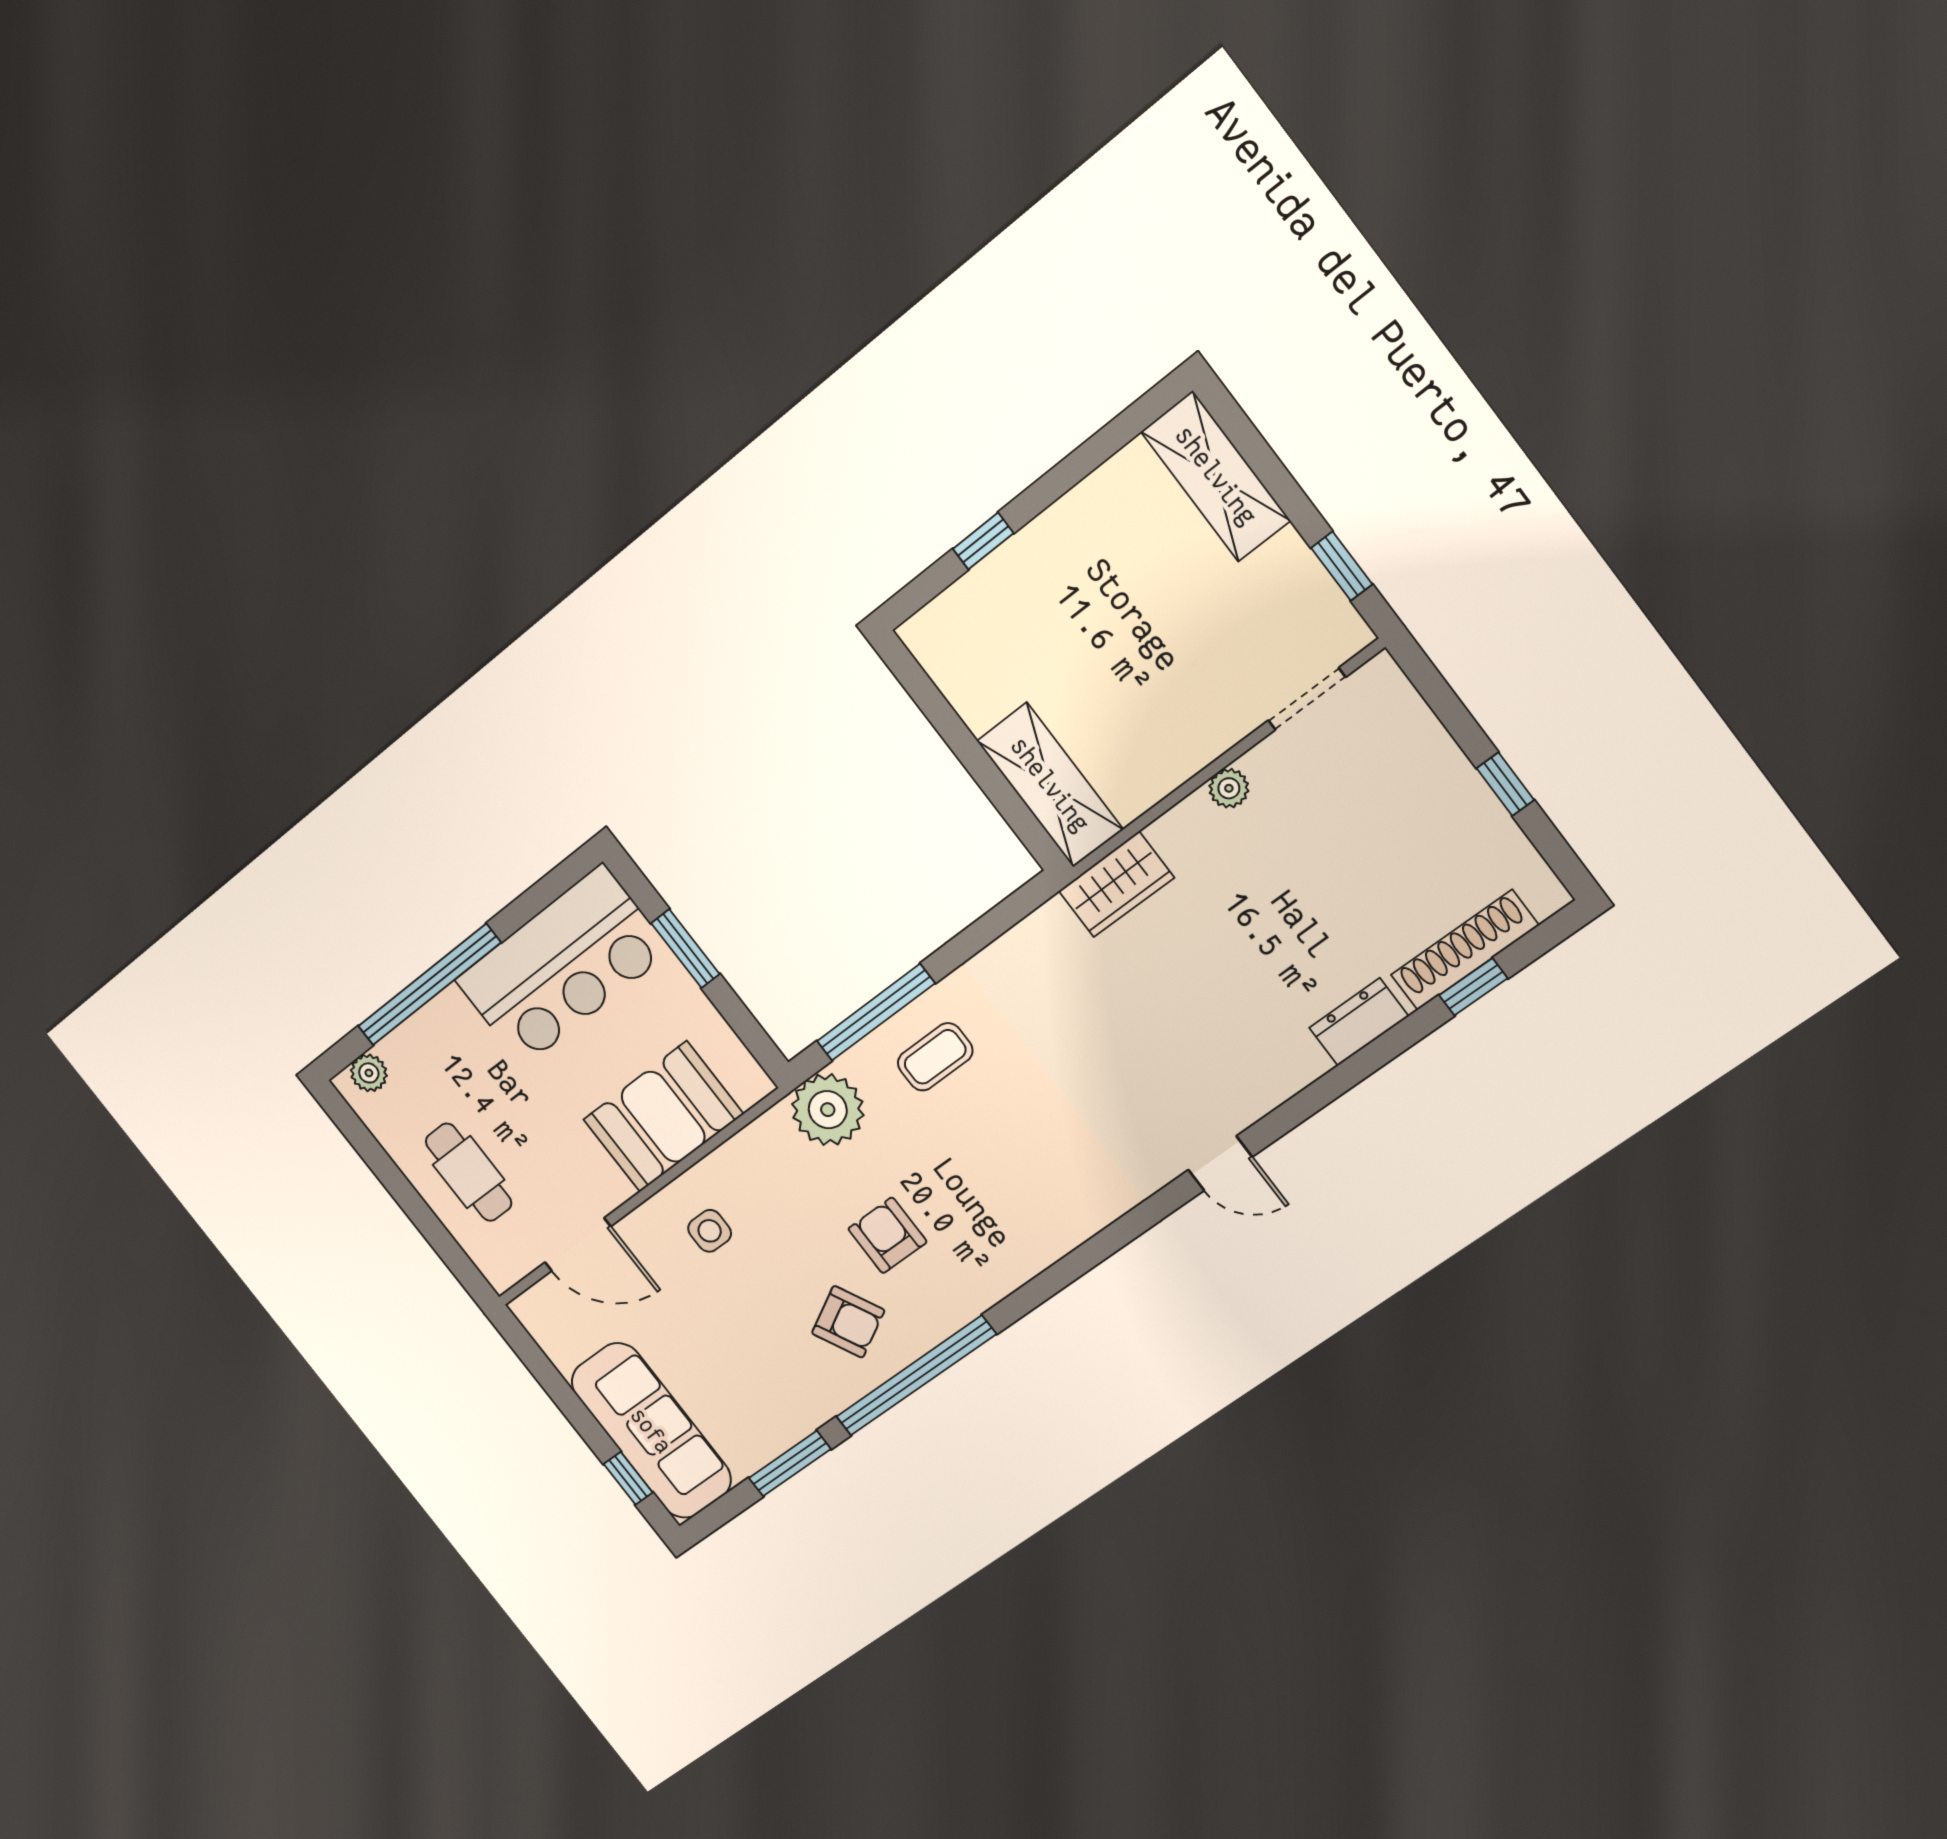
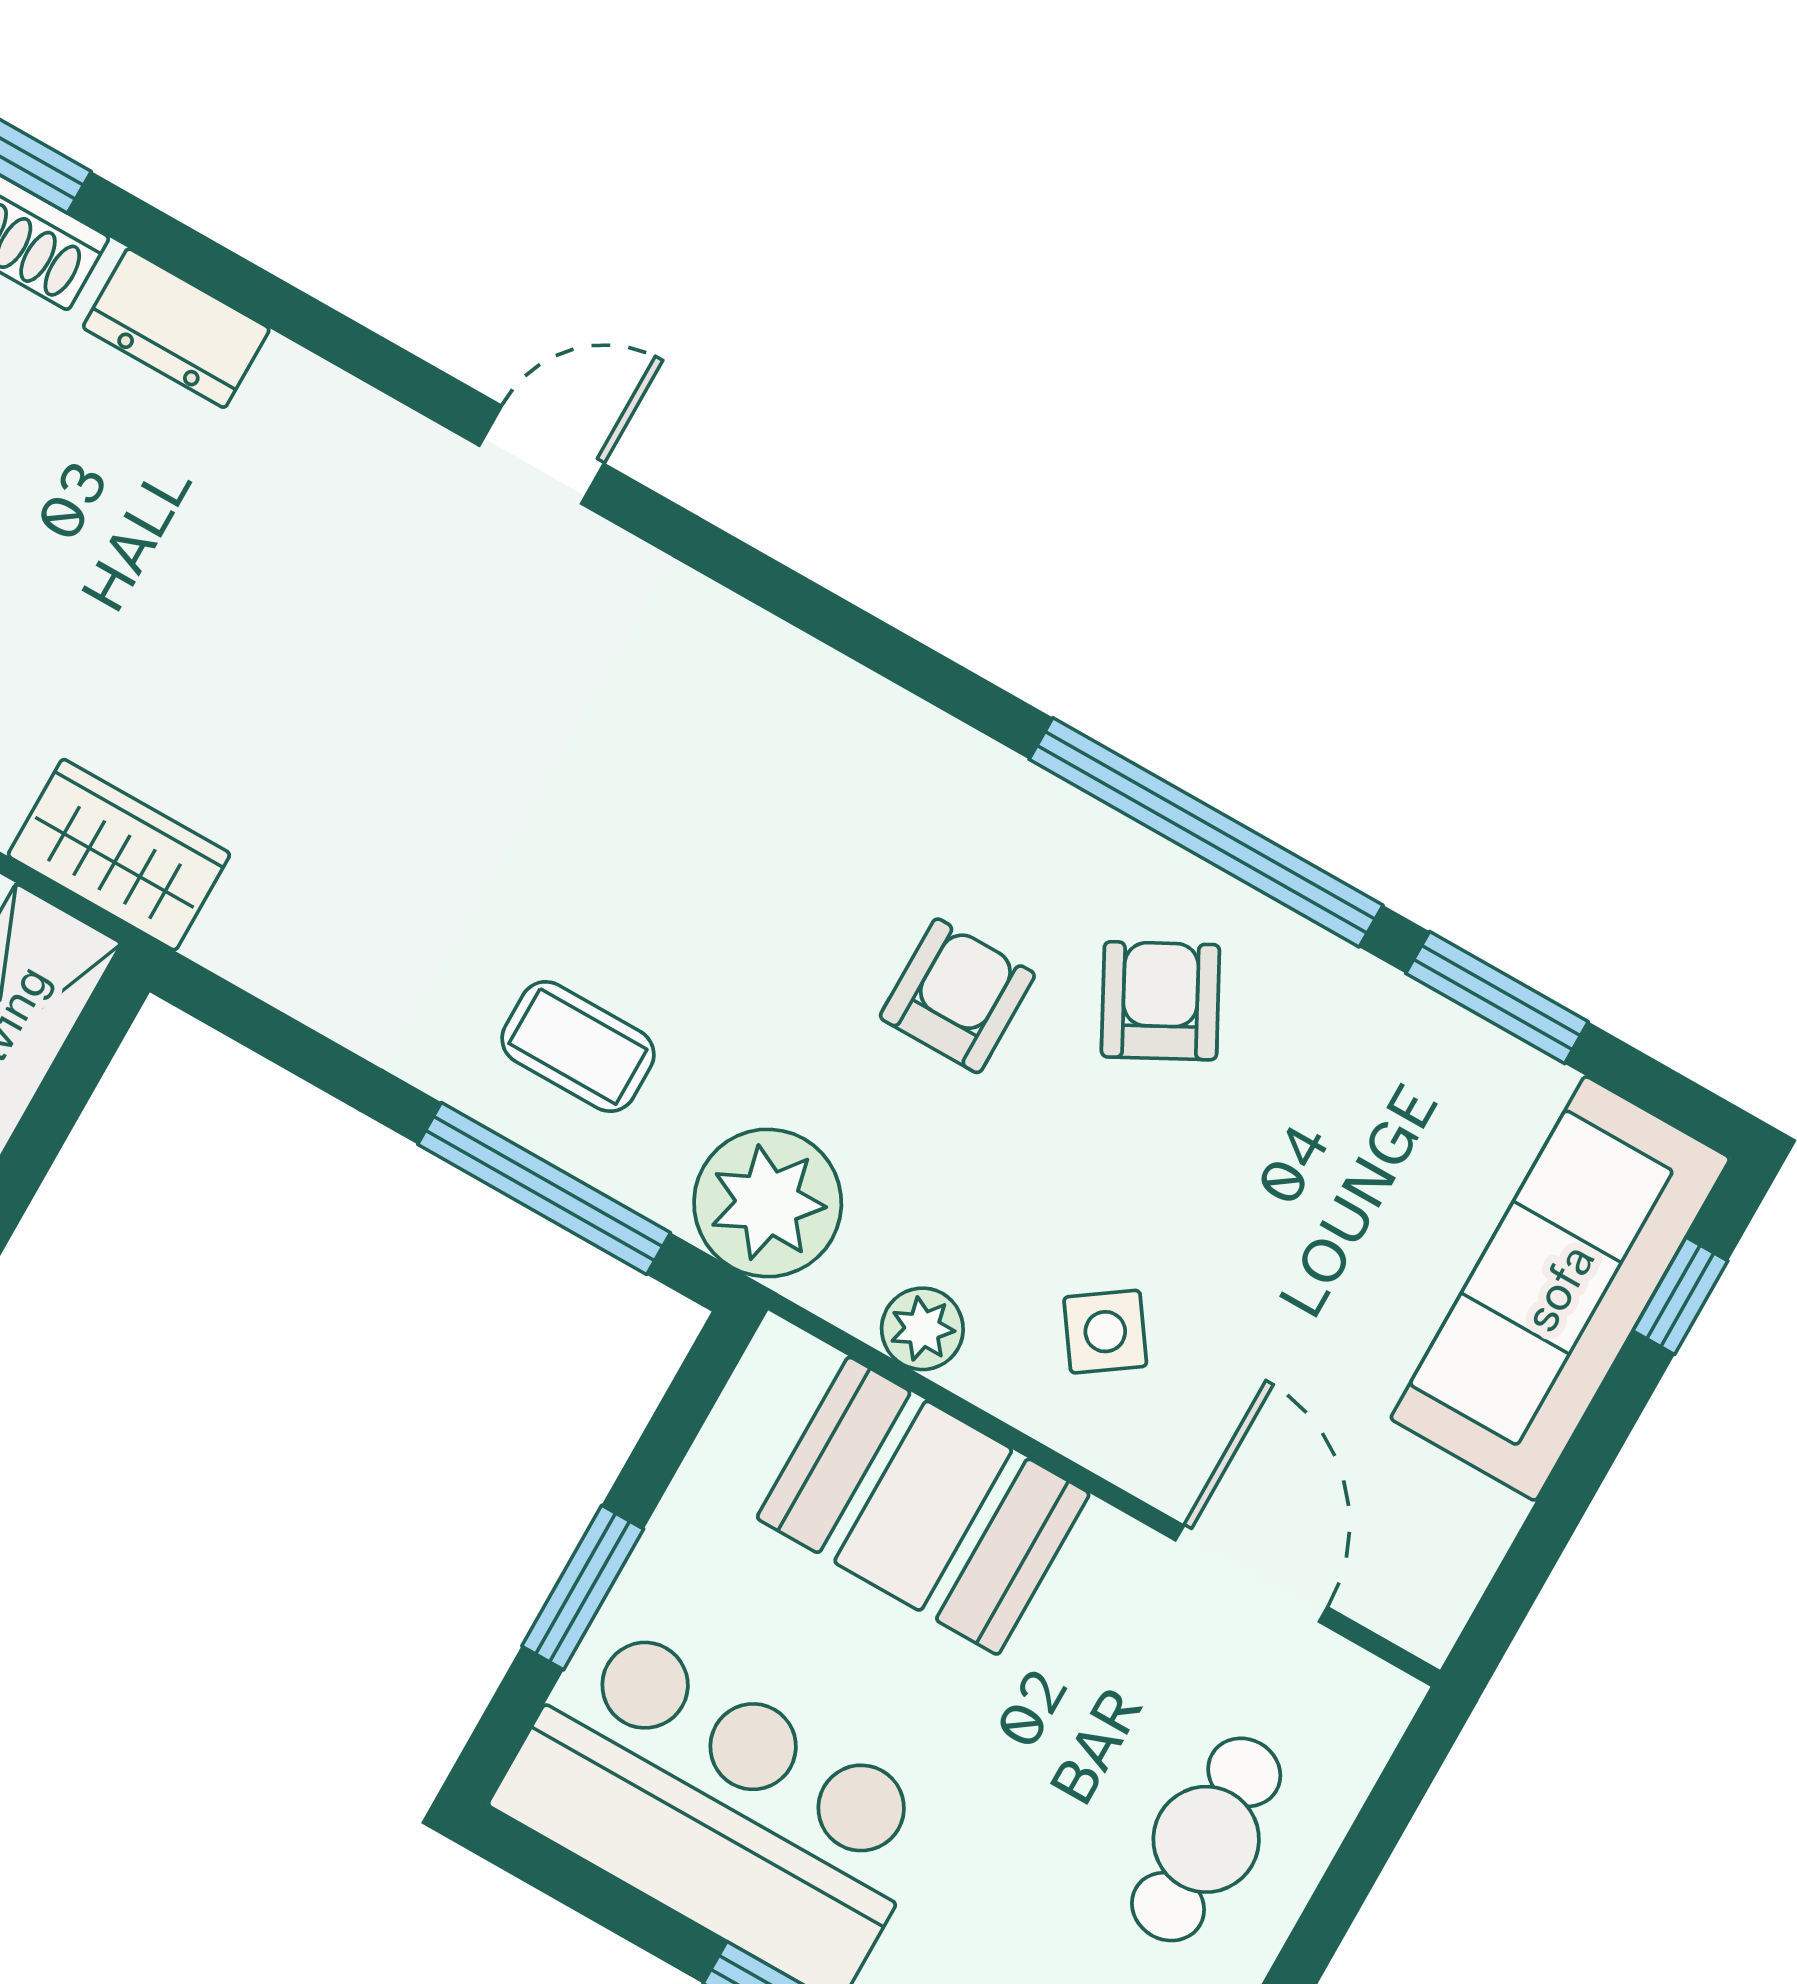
plant: (743, 1152) -> (922, 1329), added
door: (1220, 1163) -> (541, 455), hinge flipped
side table: (710, 1231) -> (1105, 1332), turned -35
armchair: (887, 1235) -> (957, 996), turned 180

